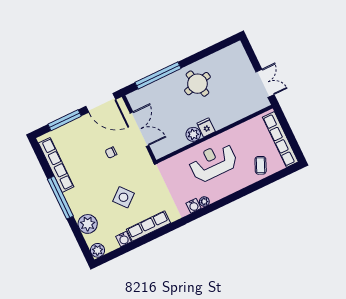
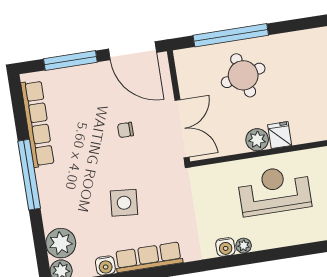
round table: (197, 84) -> (243, 75), moved
double door: (139, 129) -> (182, 129), moved
side table: (123, 197) -> (124, 203), turned 45
plant: (88, 224) -> (61, 243), moved

